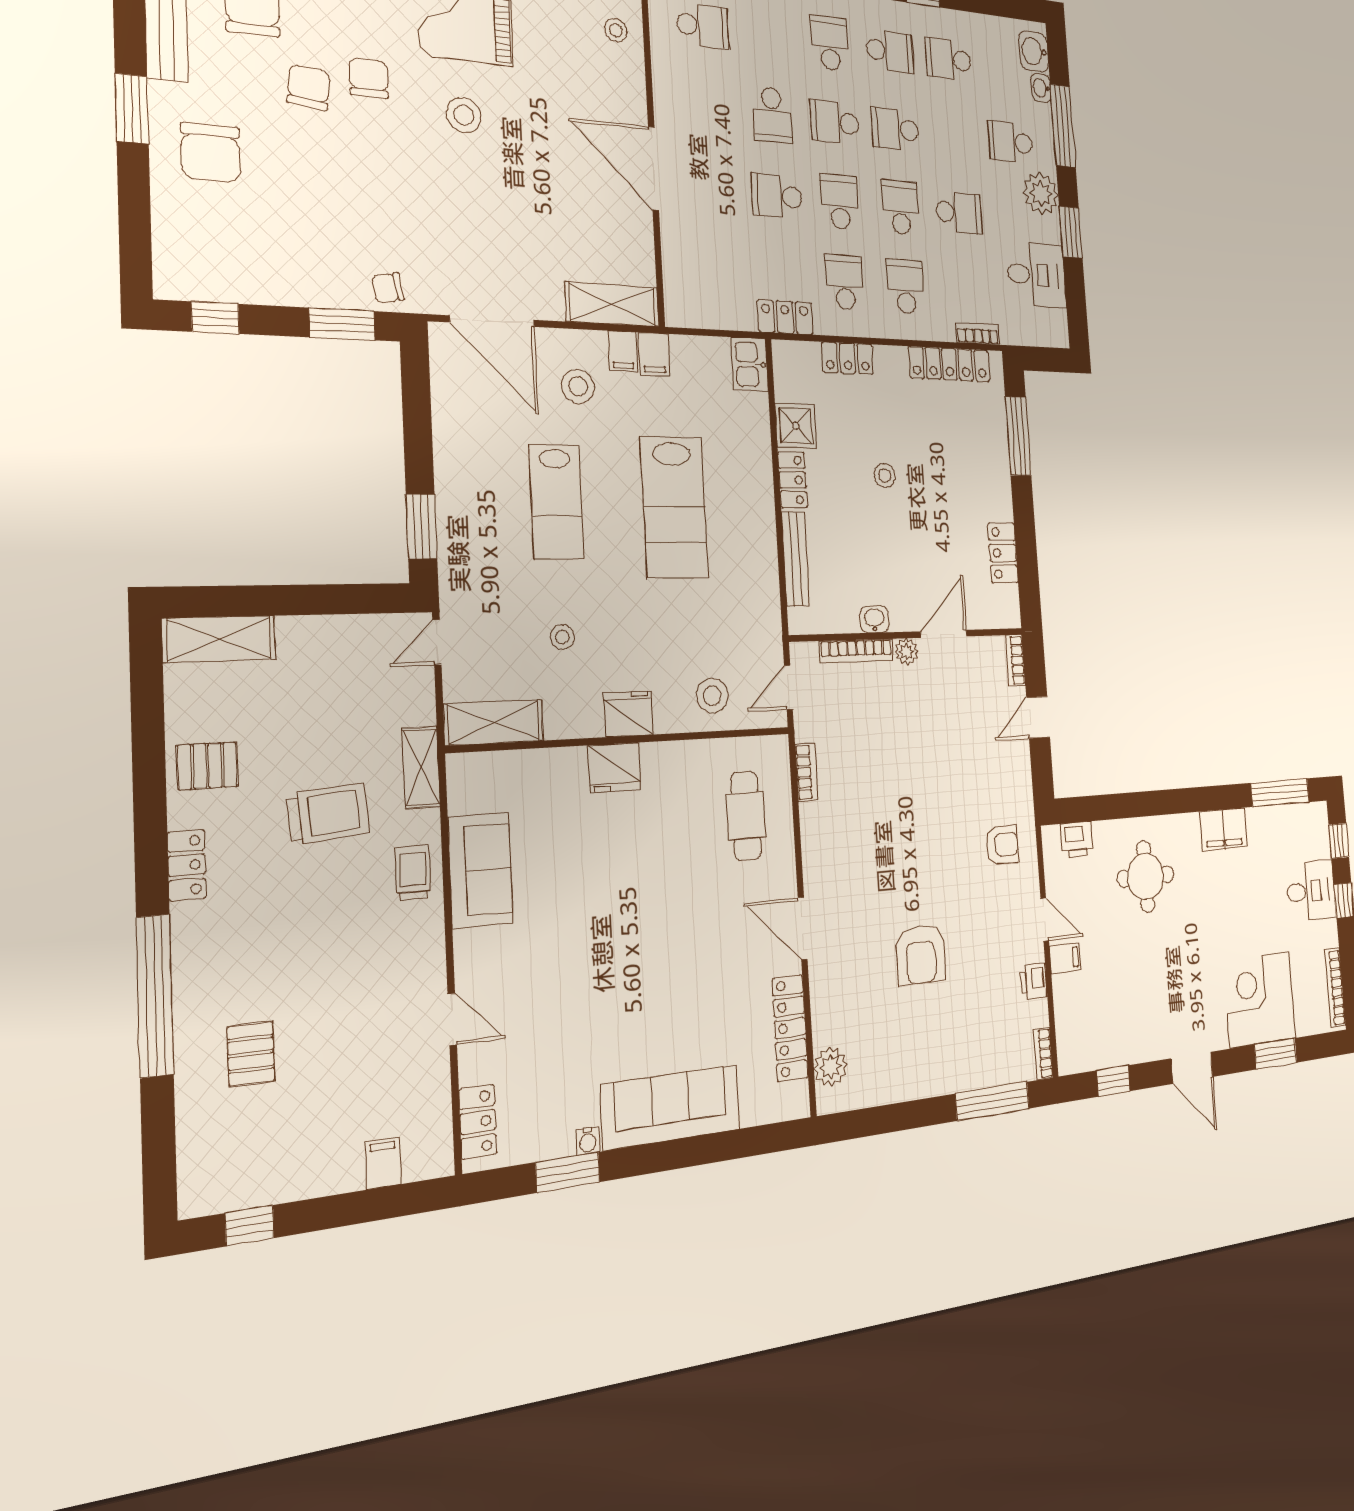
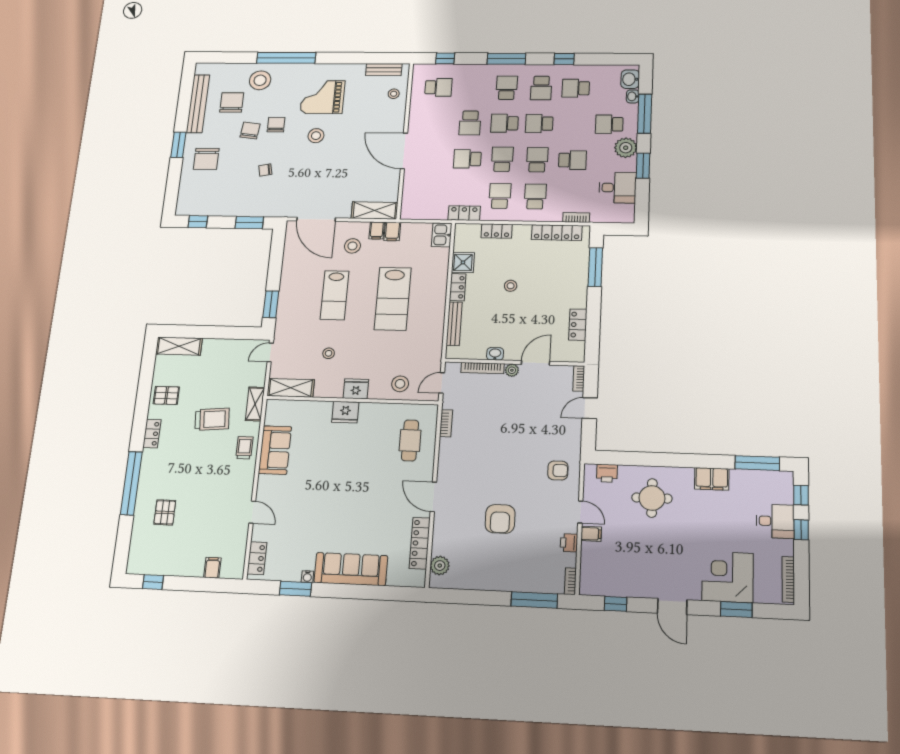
school desk: (890, 51) -> (541, 88), turned 90
chair: (388, 288) -> (265, 170), moved

